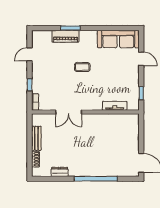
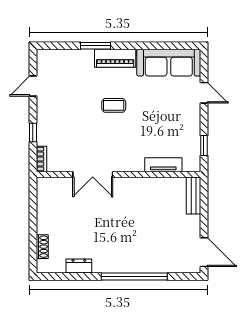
piano: (65, 36) -> (115, 58), moved
bench: (36, 138) -> (194, 195), moved

